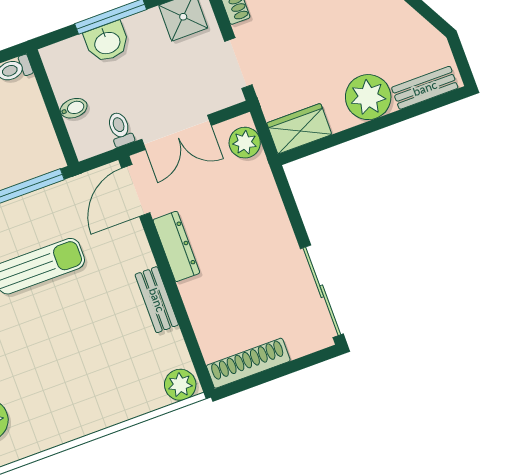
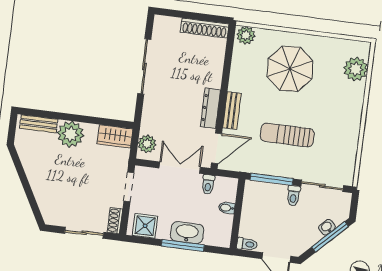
washbasin: (107, 42) -> (187, 233), width x1.38
sliding door: (322, 291) -> (144, 66), moved
bench: (157, 300) -> (232, 111), moved
parasol: (87, 369) -> (290, 69), added

